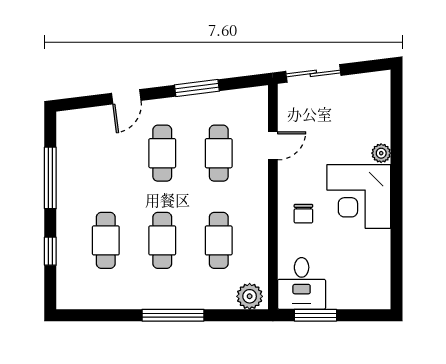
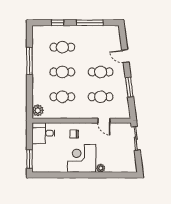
window: (173, 315) -> (29, 61), moved
window: (315, 315) -> (29, 159), moved

